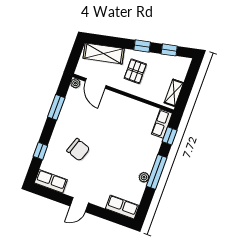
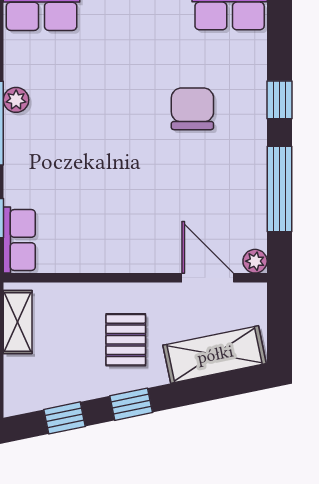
window: (56, 107) -> (279, 189), width x1.44
chair: (78, 150) -> (192, 109), turned 71
window: (40, 151) -> (279, 100), moved

